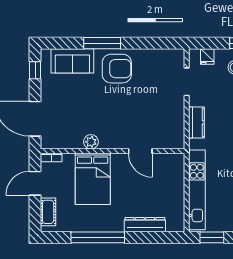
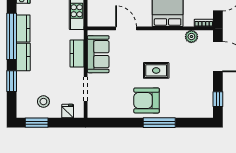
sofa: (72, 61) -> (98, 54), moved, turned 90
rug: (106, 103) -> (156, 70), added
plant: (91, 142) -> (191, 37), moved

